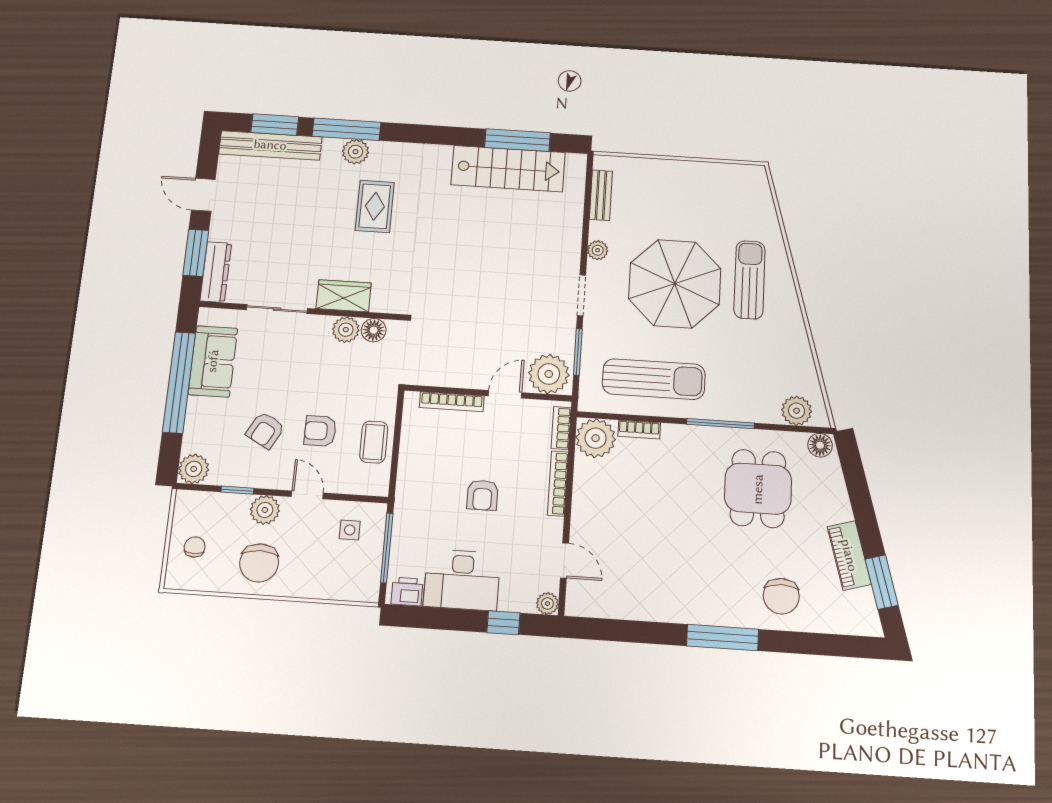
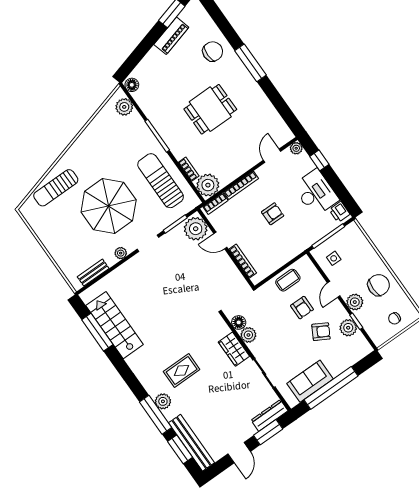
sun lounger: (749, 280) -> (56, 188), moved
plant: (194, 469) -> (348, 328), moved
dining table: (758, 489) -> (210, 109), moved

